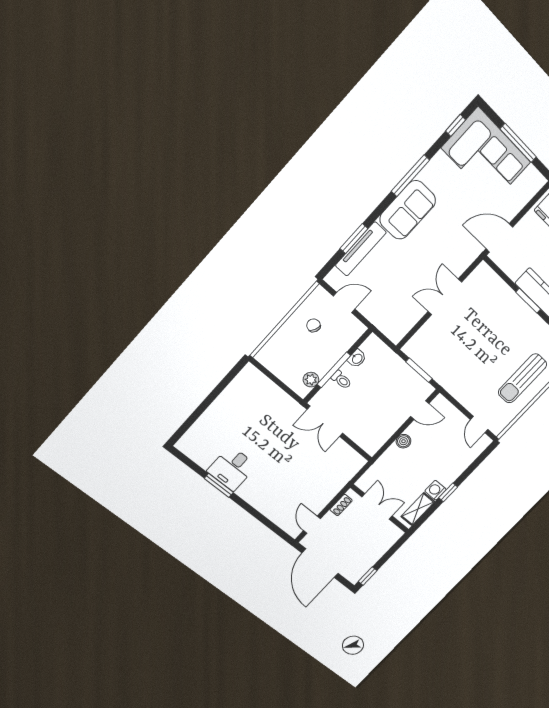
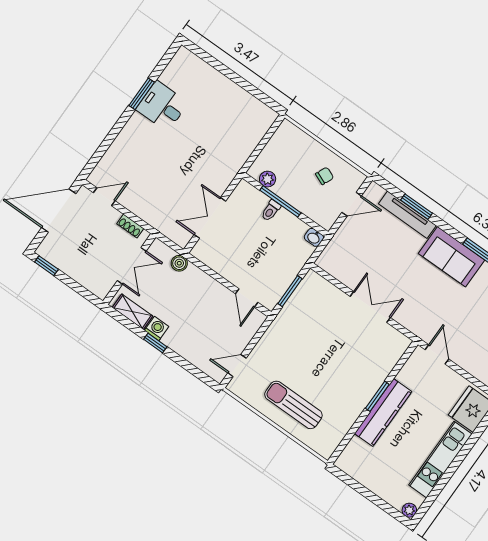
door: (499, 238) -> (437, 354), width x0.73
door: (344, 303) -> (352, 204), hinge flipped
washbasin: (357, 359) -> (314, 237), moved
double door: (325, 421) -> (210, 218), moved
boiler: (403, 441) -> (179, 263), moved

